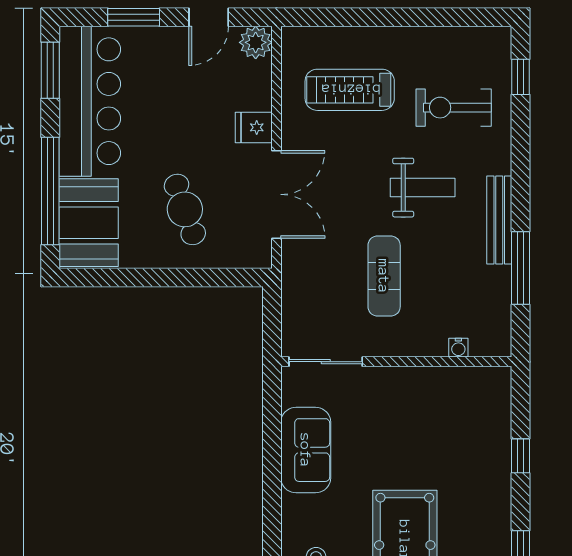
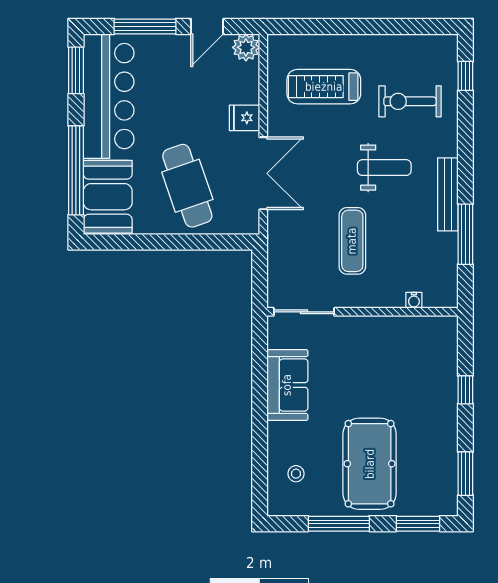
window: (134, 17) -> (145, 26), width x1.44
cafe table: (185, 209) -> (187, 186), width x1.37, depth x1.35

